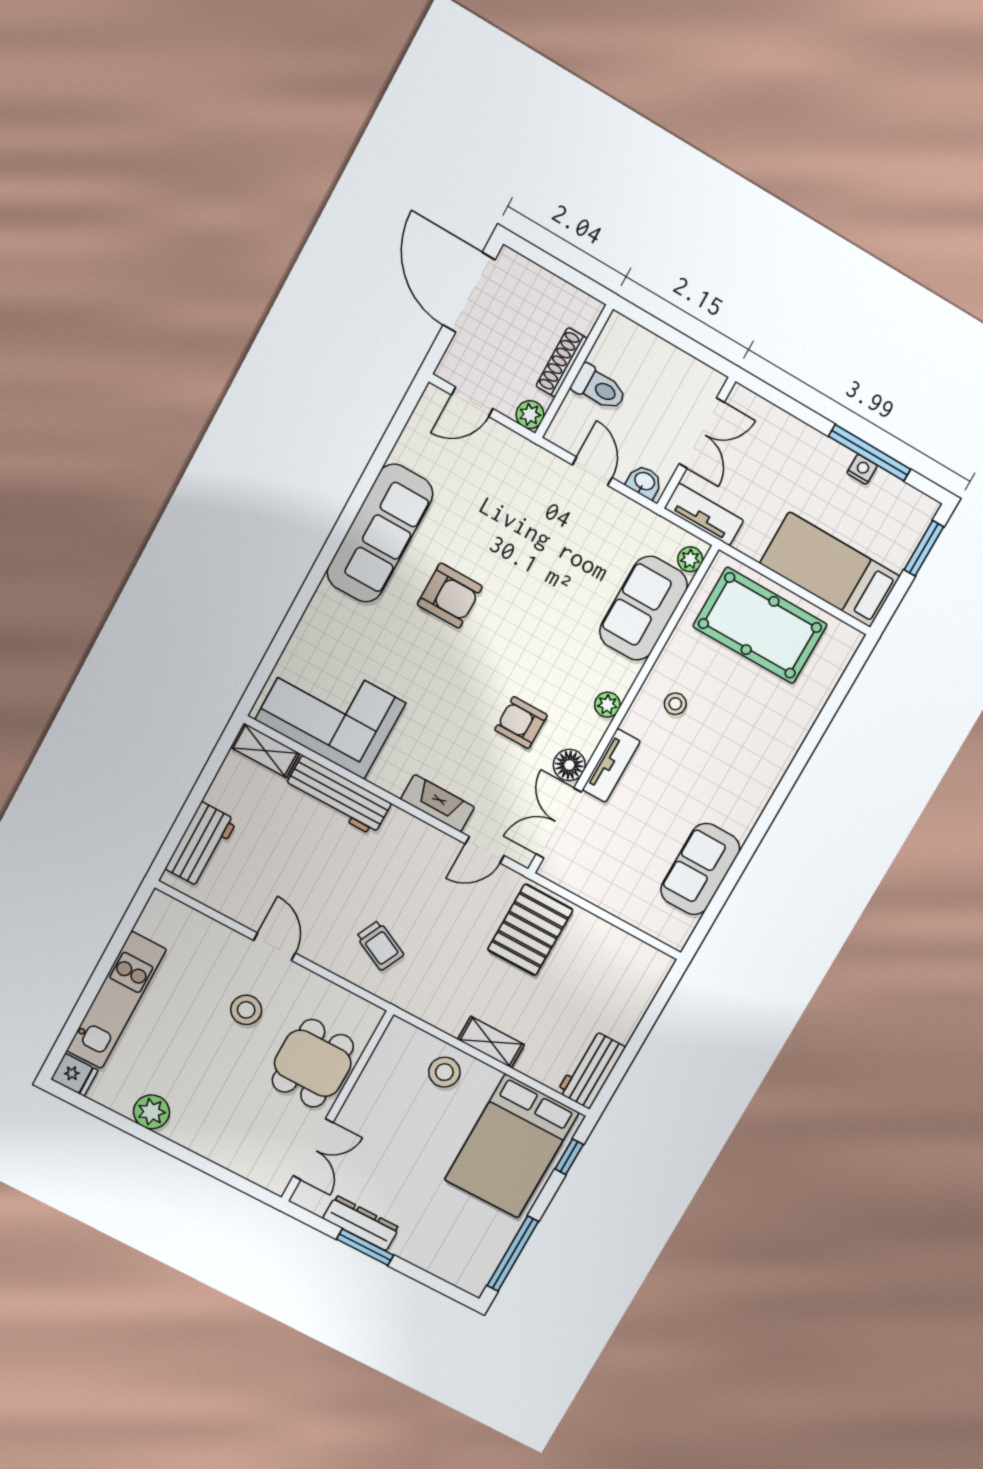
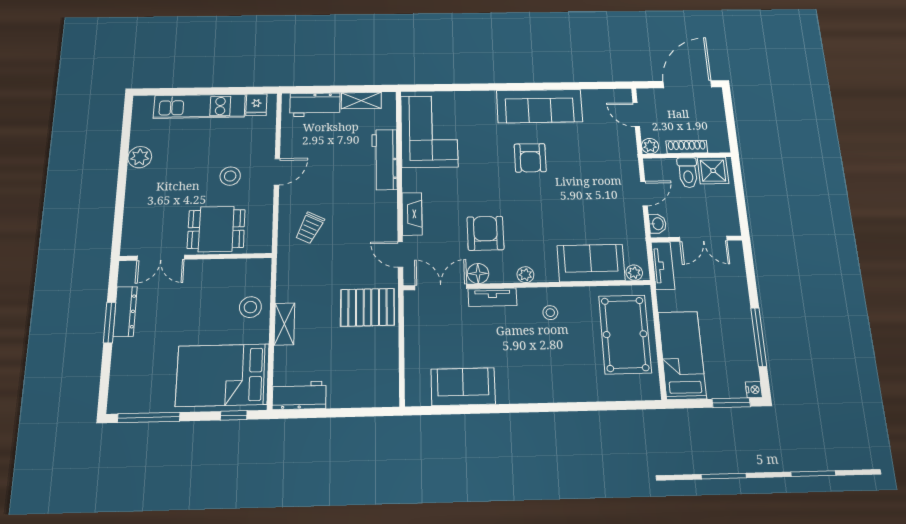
shower: (617, 349) -> (713, 171), added
nightstand: (862, 469) -> (754, 390), moved
armchair: (521, 723) -> (485, 233), width x1.38, depth x1.38
shelving: (265, 750) -> (361, 101), moved, turned 90
fridge: (74, 1075) -> (256, 105), moved

